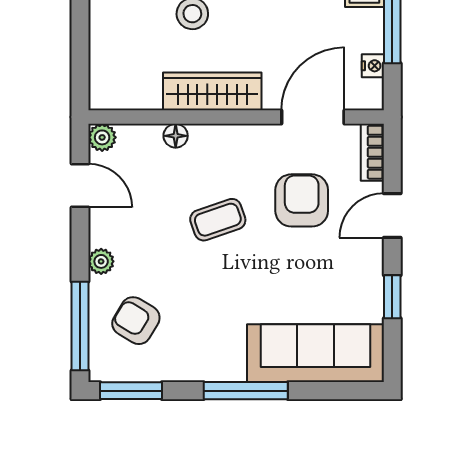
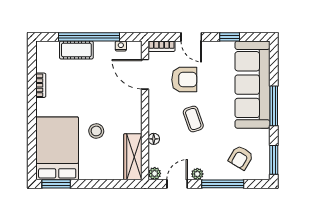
wardrobe: (212, 91) -> (133, 157), moved
armchair: (302, 200) -> (184, 80), turned 180
plant: (101, 261) -> (197, 174), moved
window: (80, 326) -> (223, 184), moved
sofa: (315, 353) -> (252, 85), width x1.36, depth x1.27

